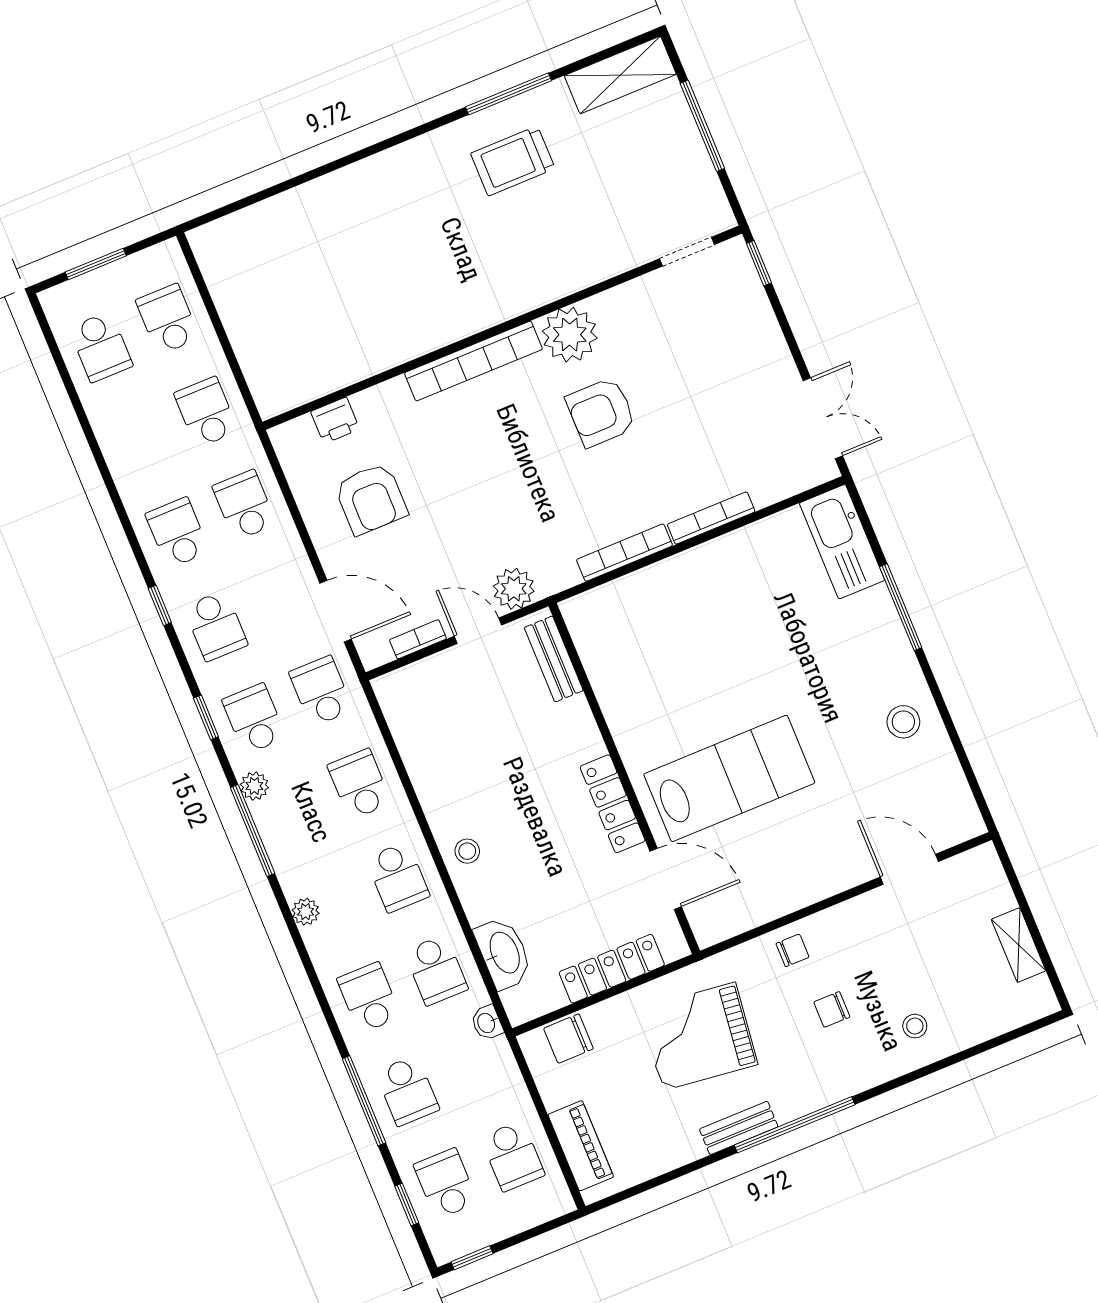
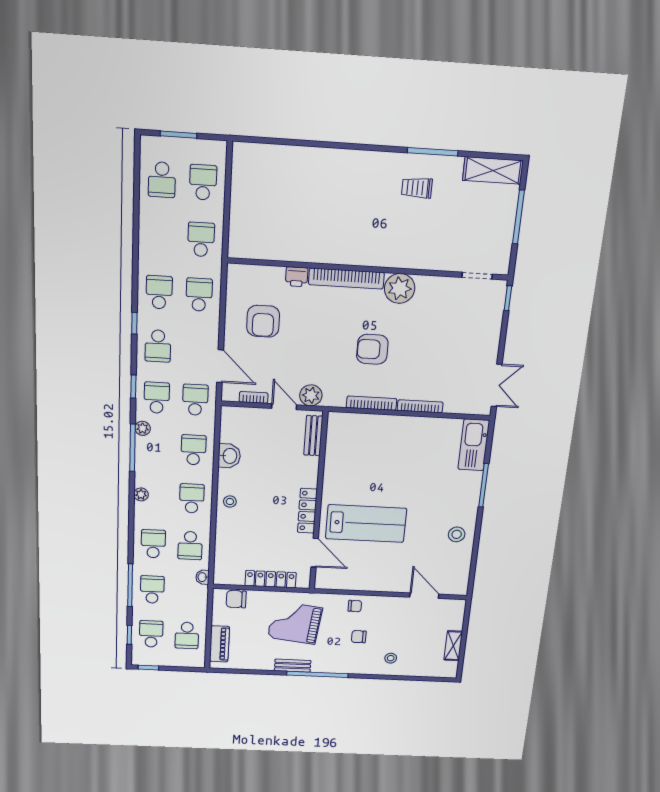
trolley: (513, 161) -> (417, 188), width x0.73, depth x0.72
armchair: (601, 412) -> (372, 349), moved
printer: (335, 420) -> (297, 277), moved
school desk: (398, 877) -> (192, 498), turned 180
washbasin: (504, 953) -> (229, 456), moved, width x0.72
school desk: (407, 1091) -> (152, 590), turned 180

